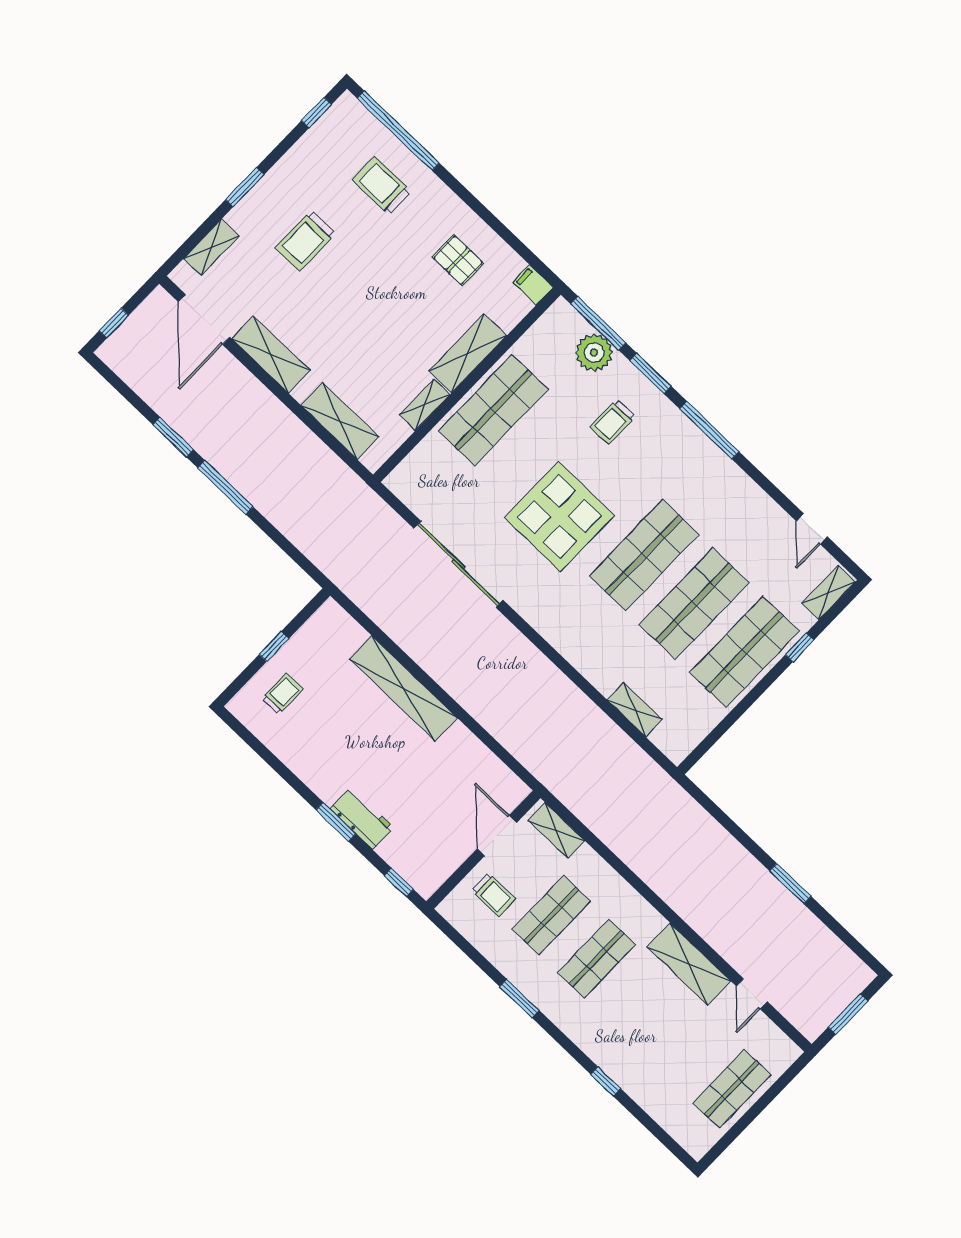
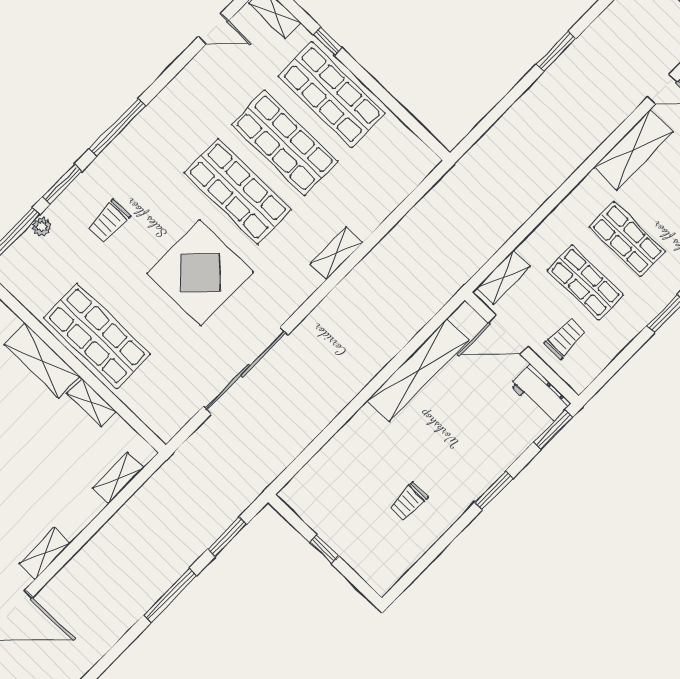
plant: (594, 353) -> (42, 226), width x0.53, depth x0.53
shelving: (271, 355) -> (45, 553), width x0.67, depth x0.75
shelving: (340, 421) -> (118, 478), width x0.67, depth x0.75
trolley: (613, 422) -> (109, 221), turned 90
window: (173, 437) -> (227, 537), moved
shelving: (403, 688) -> (418, 370), moved
trolley: (282, 694) -> (408, 502), moved, turned -90
shelving: (635, 710) -> (337, 253), moved
workbench: (362, 818) -> (540, 394), moved, turned -90
window: (399, 883) -> (553, 430), width x1.50

